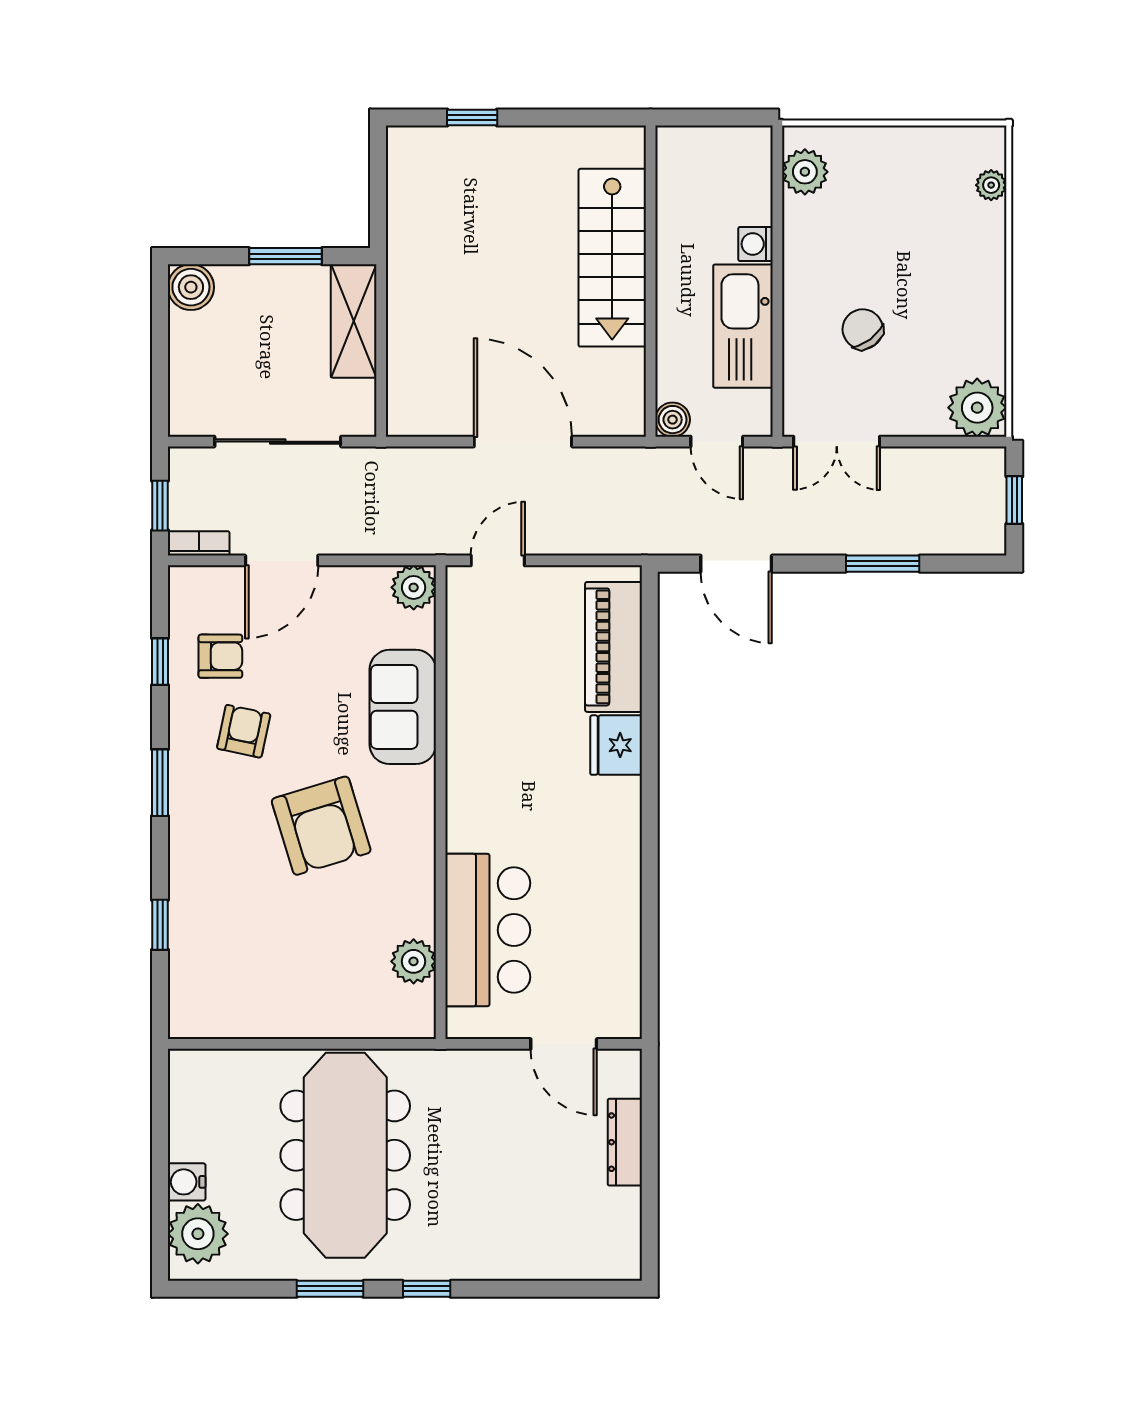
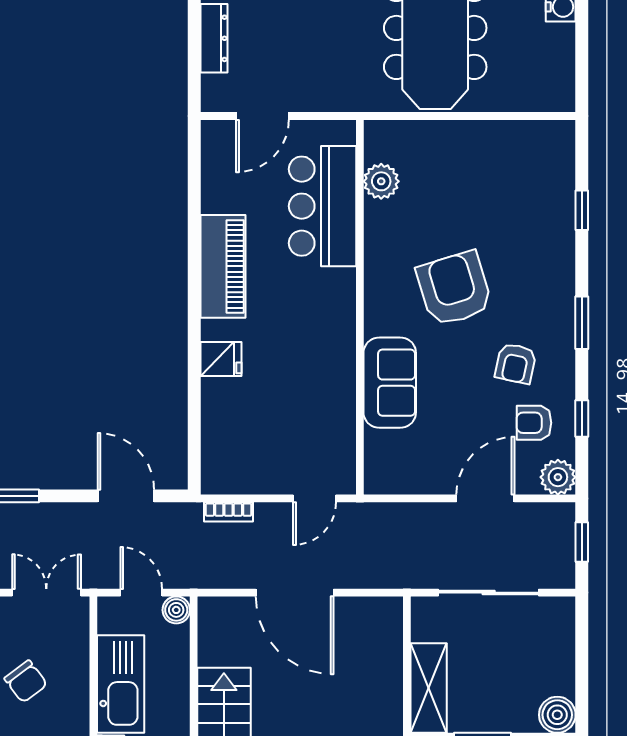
bookcase: (199, 543) -> (229, 512), moved
plant: (414, 587) -> (558, 477), moved
piano: (614, 647) -> (223, 266), moved
fridge: (616, 745) -> (221, 359), width x0.72
door: (564, 1044) -> (262, 116), swing flipped

